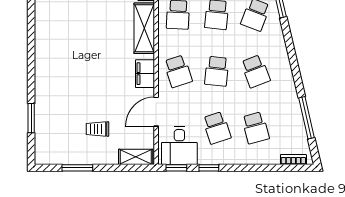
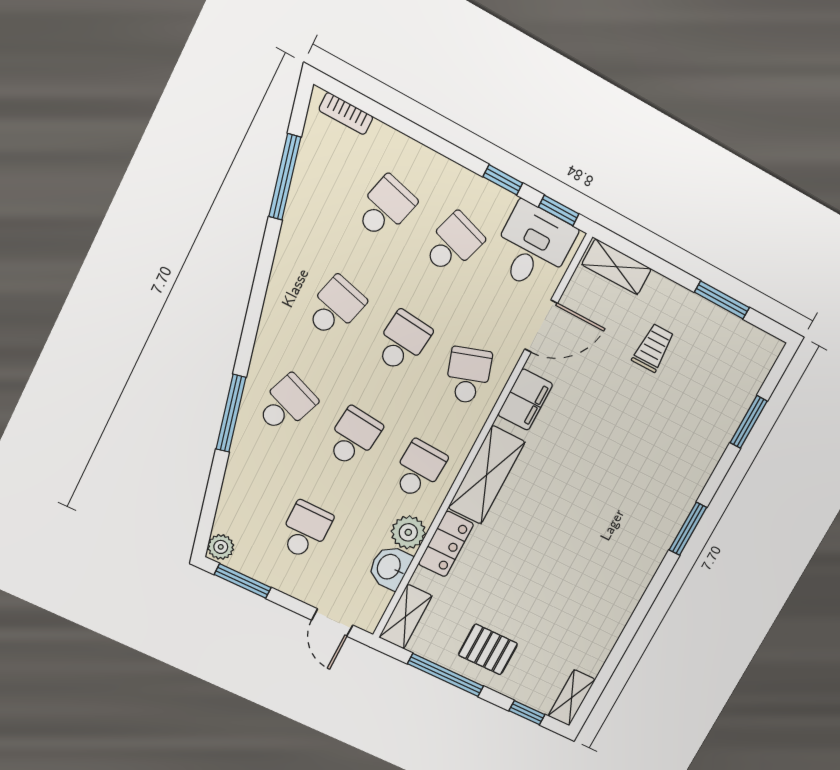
window: (31, 51) -> (688, 529), added
school desk: (255, 71) -> (335, 307), turned 36
school desk: (217, 128) -> (453, 244), turned 36
school desk: (255, 128) -> (385, 207), turned 30
trolley: (98, 129) -> (653, 348), turned -90

